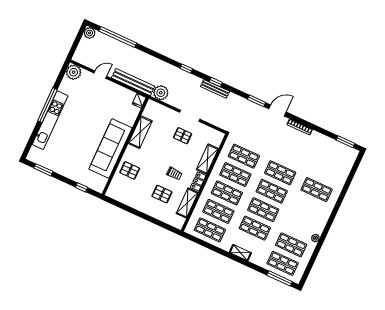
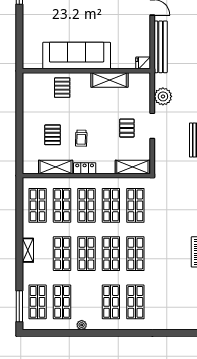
plant: (161, 93) -> (163, 96), moved
shelving: (207, 159) -> (132, 167), moved
window: (82, 187) -> (19, 44), removed
shop shelf: (308, 208) -> (111, 302), added

